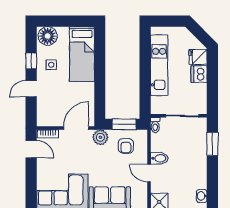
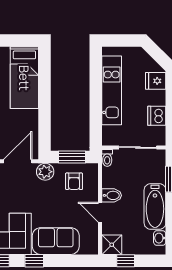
dishwasher: (199, 74) -> (157, 116), moved
bathtub: (197, 168) -> (155, 206), added

